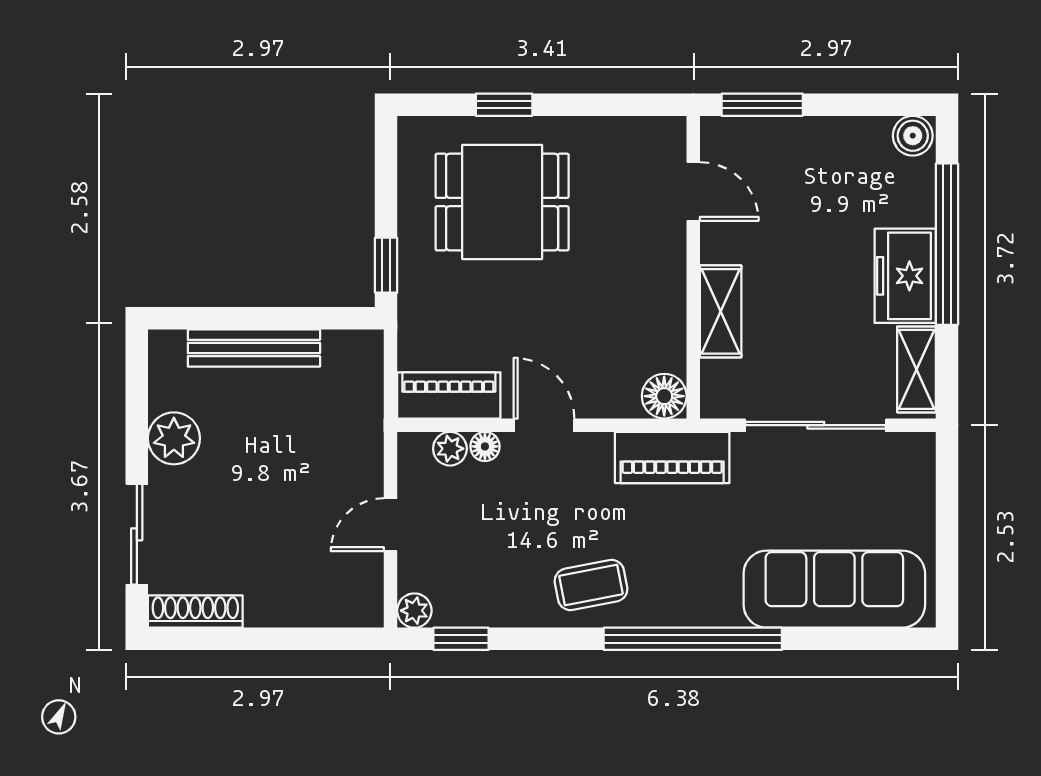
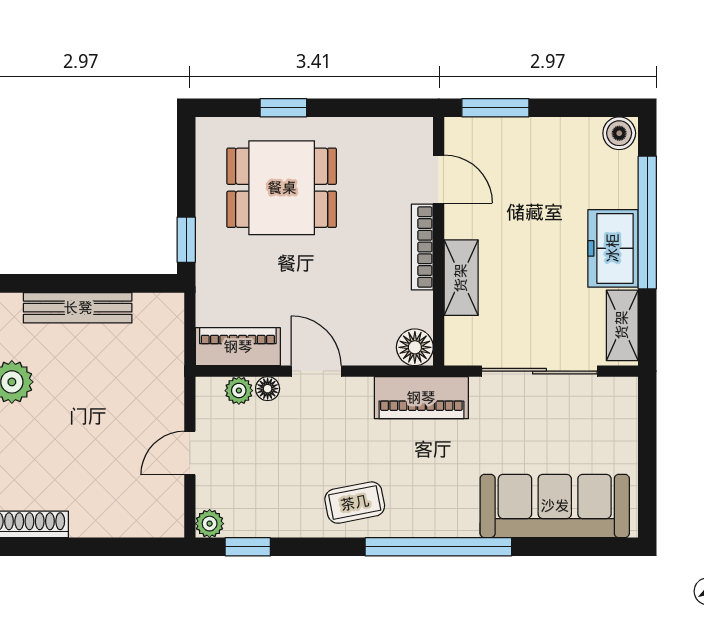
bookcase: (673, 274) -> (422, 247), added

